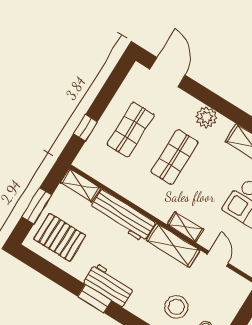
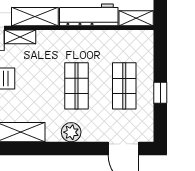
window: (85, 128) -> (160, 93), moved
shelving: (185, 227) -> (20, 37), moved

